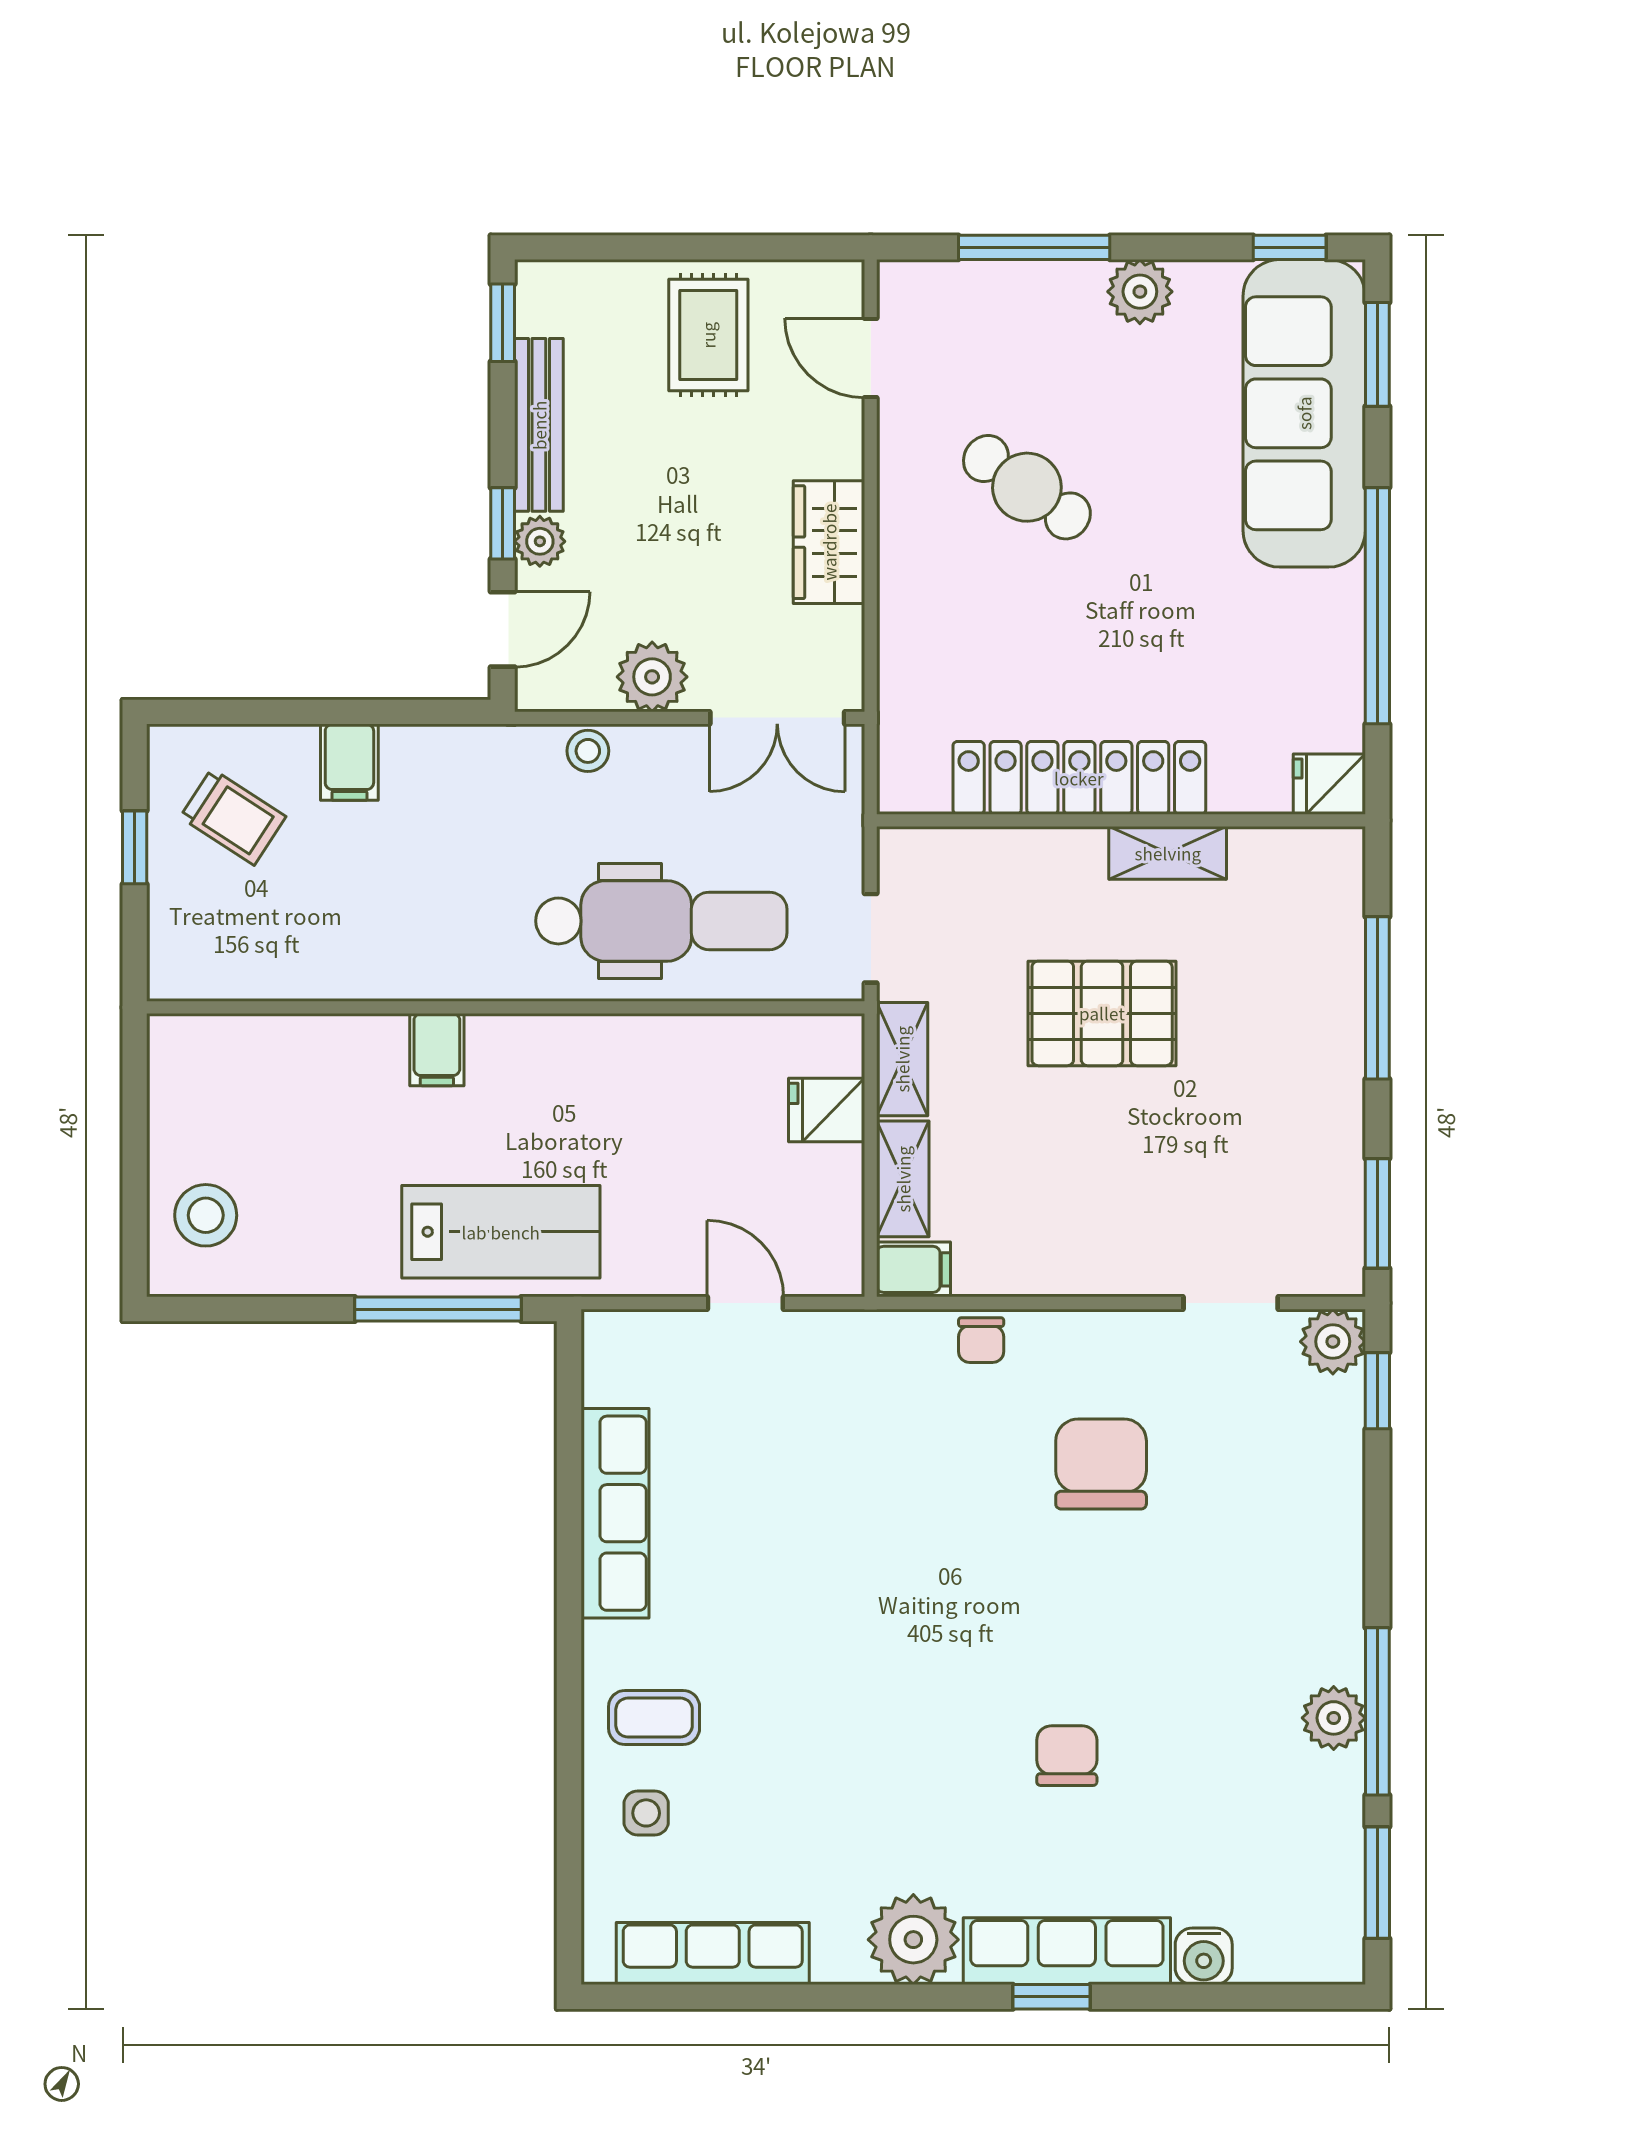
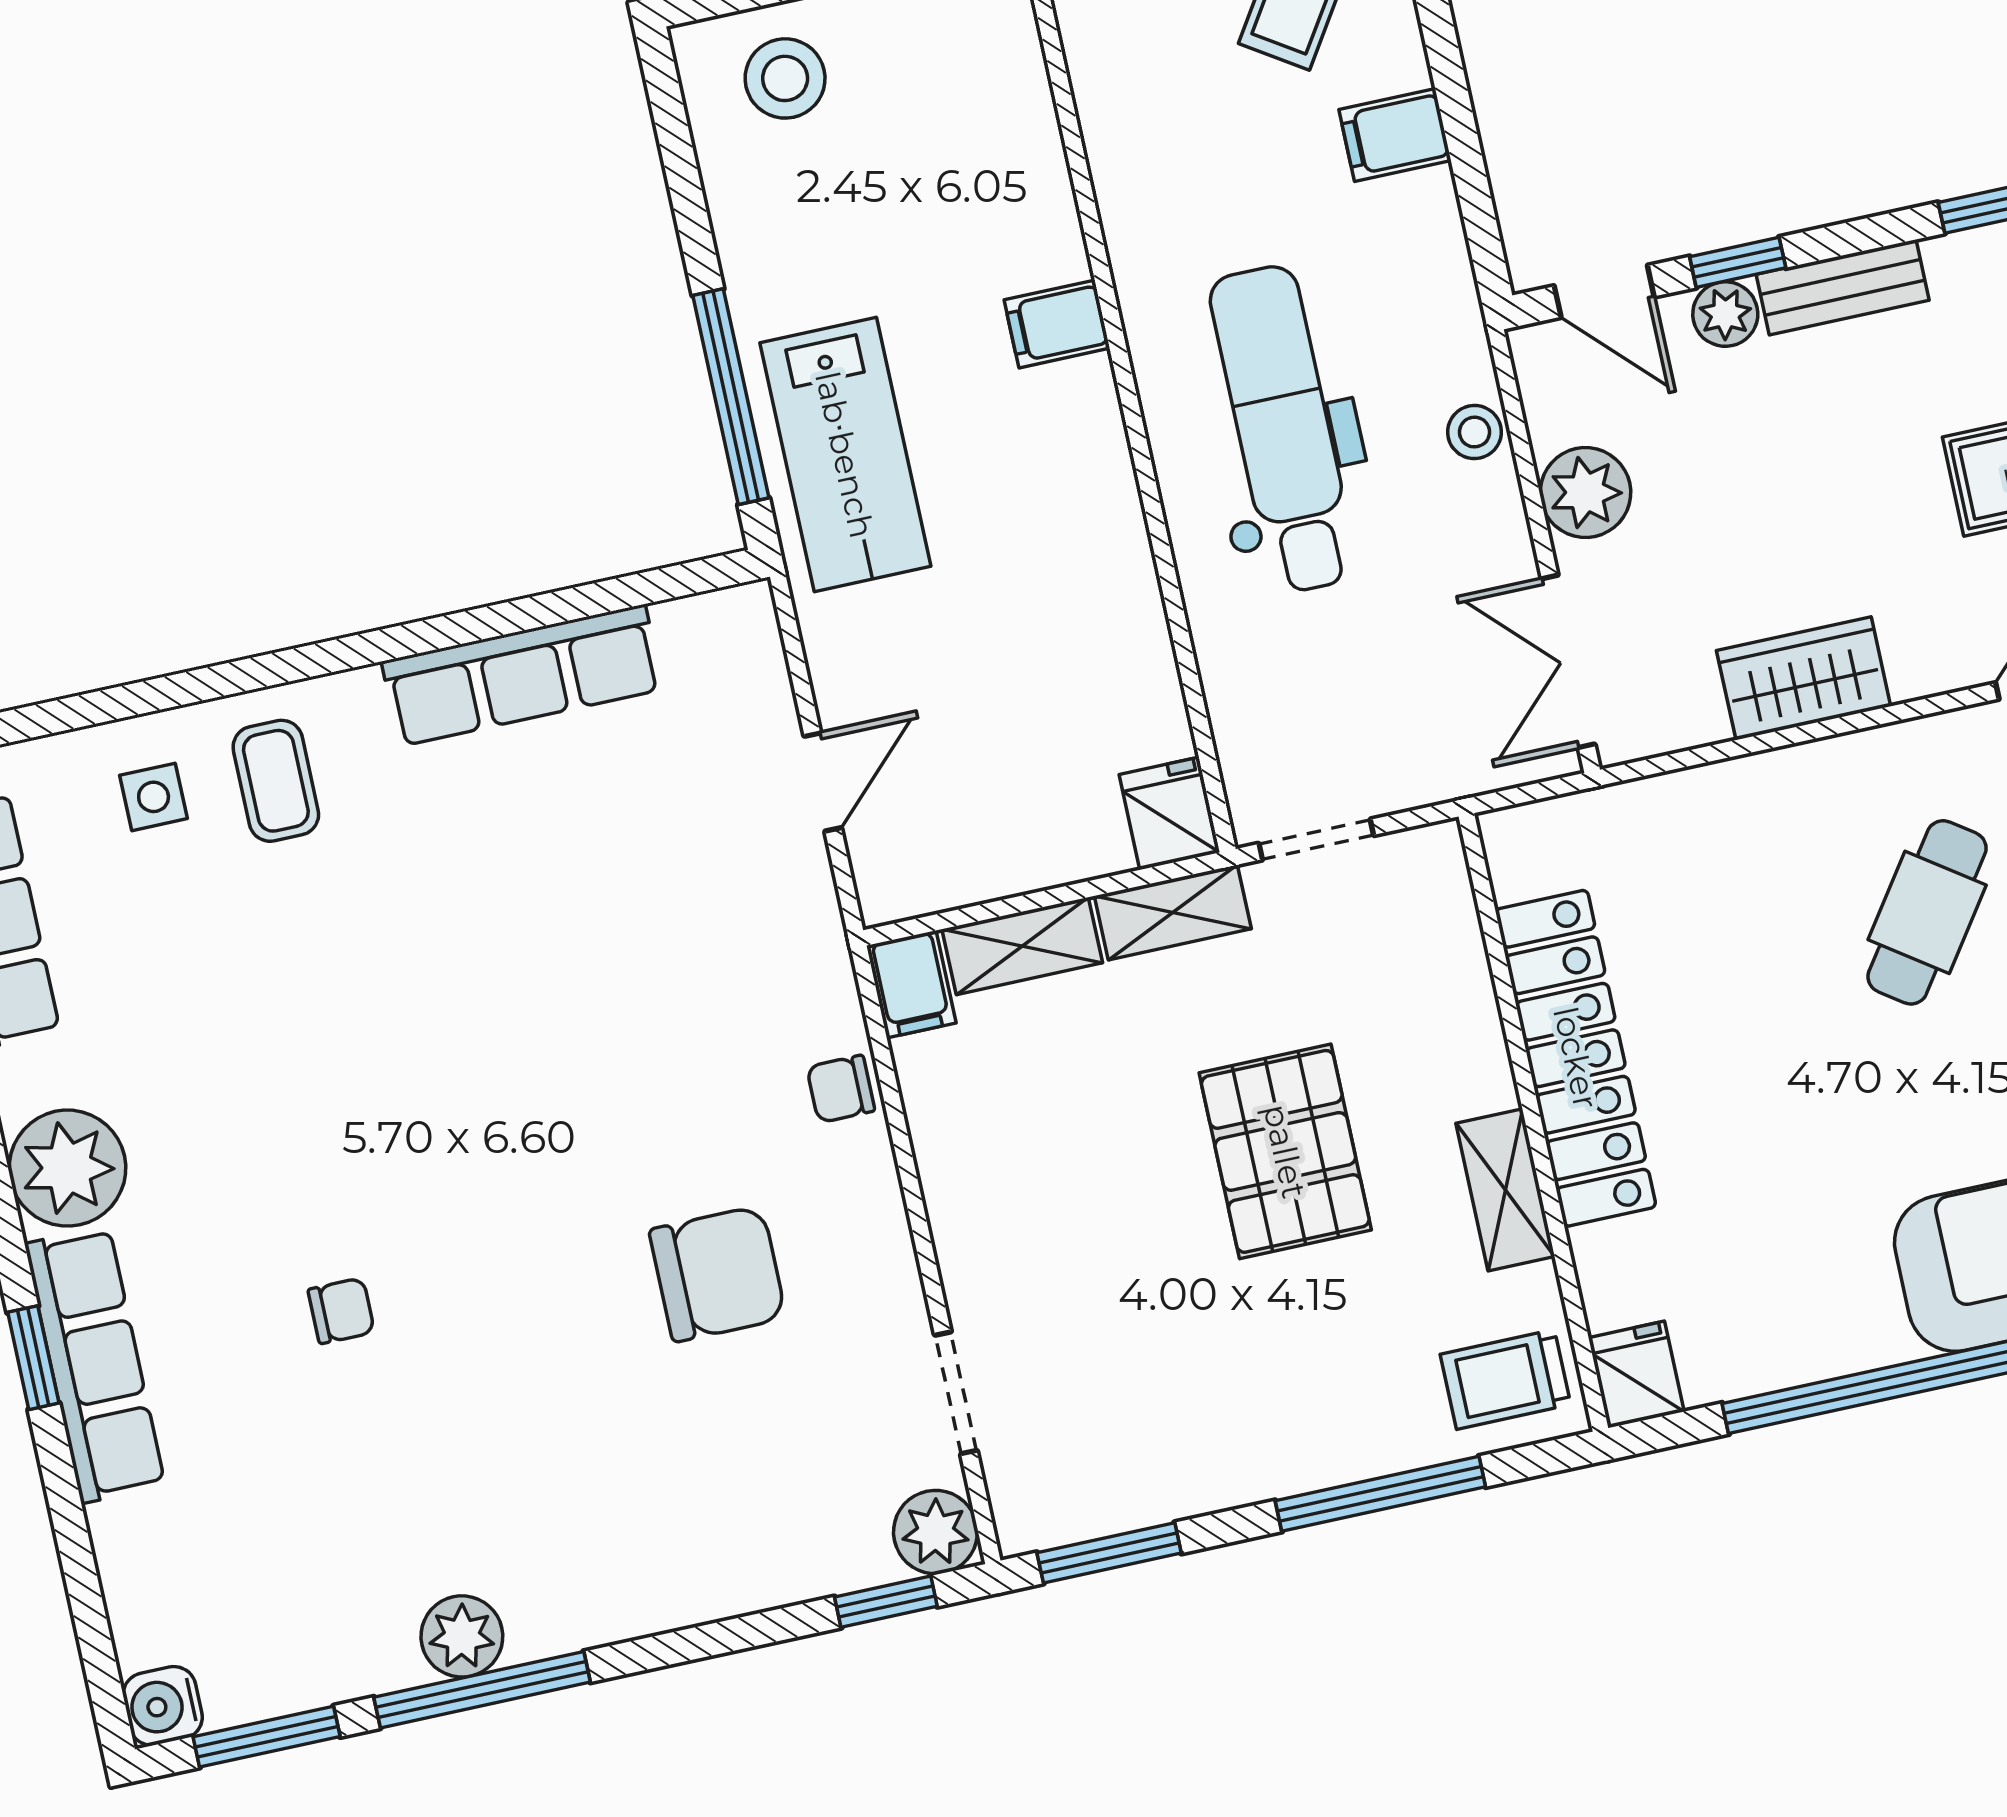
bench: (539, 425) -> (1843, 287), width x0.73
trolley: (1311, 884) -> (1505, 1379), added
dental chair: (661, 921) -> (1283, 429), moved, turned 180
fridge: (827, 1110) -> (1170, 813), moved
chair: (1067, 1756) -> (341, 1311), width x0.73, depth x0.73
water cooler: (1204, 1956) -> (163, 1706), moved

